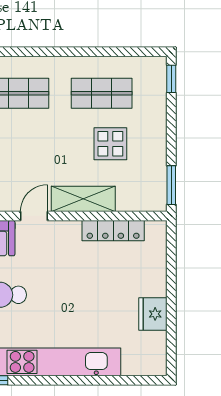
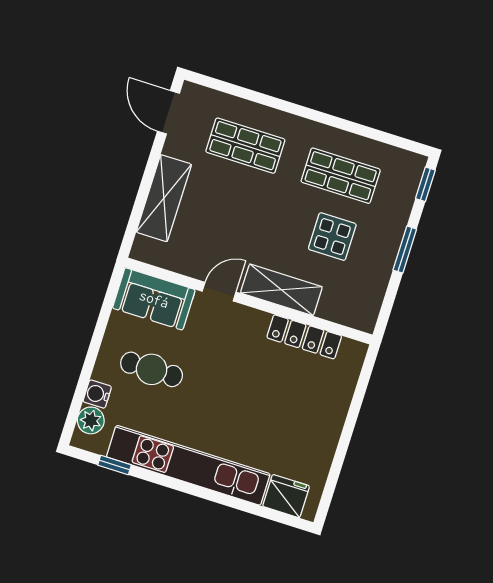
window: (171, 185) -> (405, 250), moved
fridge: (153, 314) -> (286, 496), moved, turned 90

